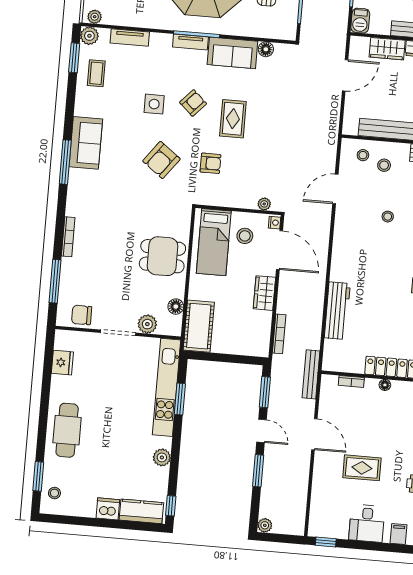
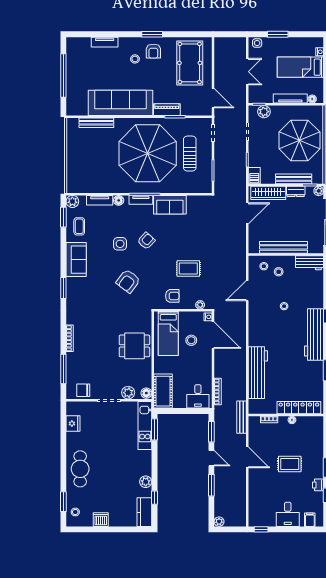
plant: (95, 17) -> (75, 188), removed
floor lamp: (266, 49) -> (119, 200), moved
wardrobe: (387, 49) -> (268, 193), width x1.50
rug: (233, 119) -> (188, 268), moved, turned 90
sofa: (86, 143) -> (76, 260), moved
window: (65, 162) -> (63, 288), width x0.69
armchair: (211, 163) -> (172, 296), moved
stool: (245, 236) -> (191, 340), moved
wardrobe: (264, 293) -> (205, 365), removed
floor lamp: (176, 307) -> (146, 393), moved
workbench: (337, 311) -> (258, 373), width x1.36, depth x1.32
desk: (250, 338) -> (198, 396), added
kitchen unit: (167, 387) -> (145, 425), width x0.73
window: (180, 399) -> (154, 429), moved
rug: (362, 468) -> (290, 464), moved
window: (171, 506) -> (154, 498), moved
dishwasher: (108, 509) -> (101, 520), moved
kitchen counter: (141, 511) -> (144, 512), moved, turned -90

